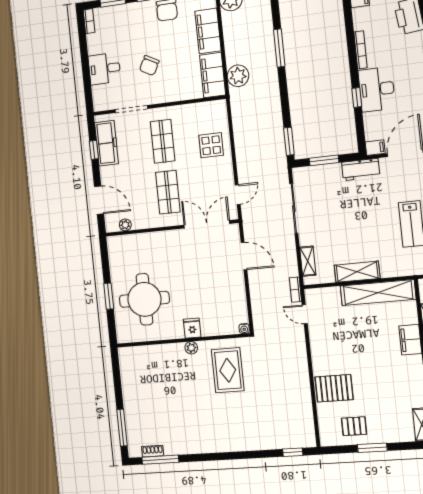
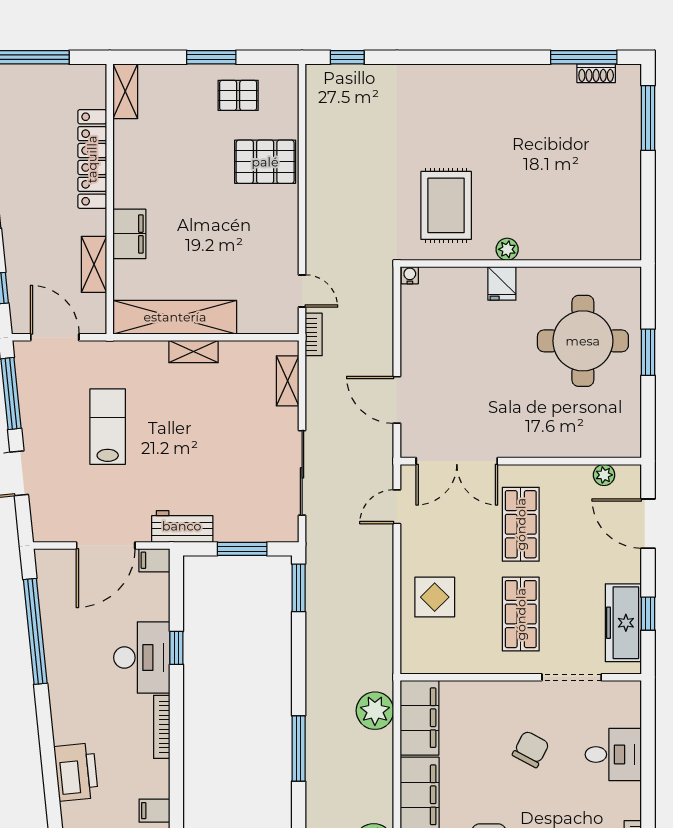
shelving: (357, 272) -> (194, 352), width x0.67, depth x0.75

